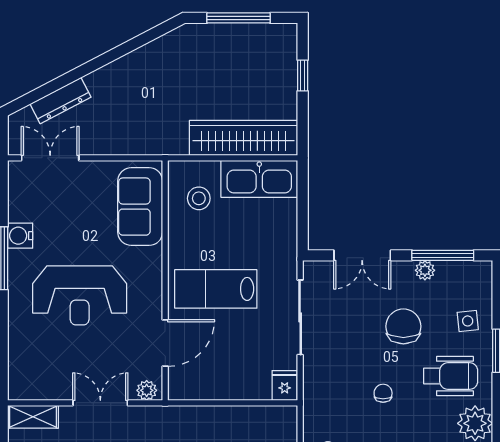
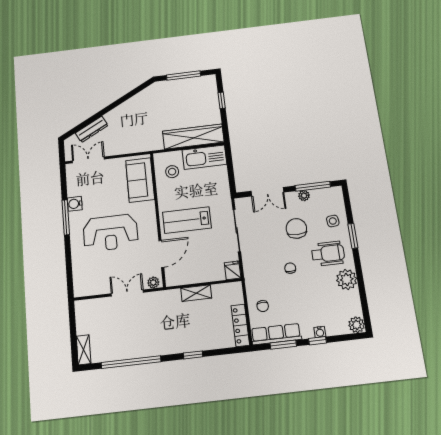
shelving: (33, 417) -> (196, 293), moved

